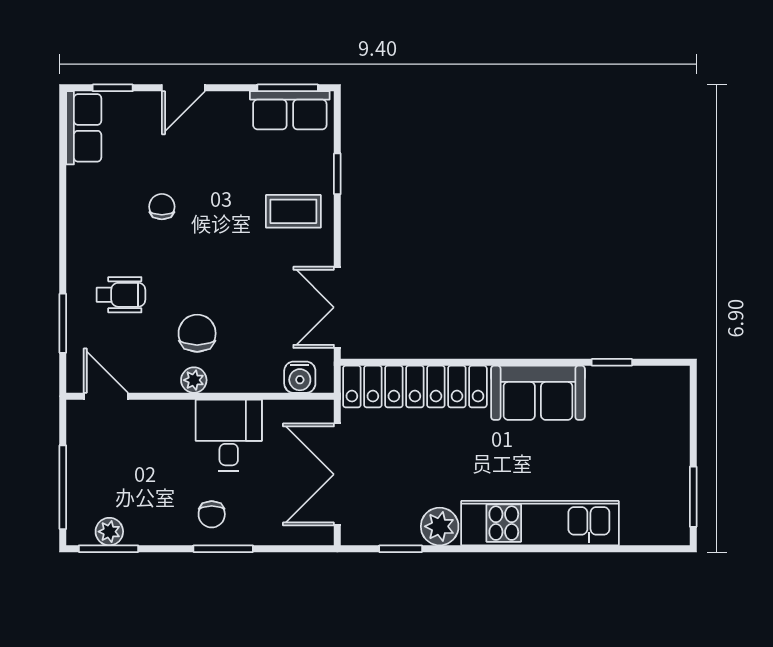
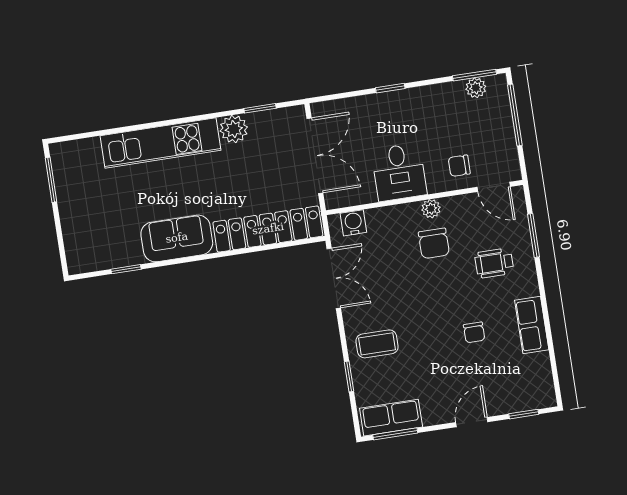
row of seats: (84, 128) -> (532, 325), moved
chair: (212, 514) -> (459, 166), moved, turned -90
window: (223, 549) -> (390, 88), width x0.67

